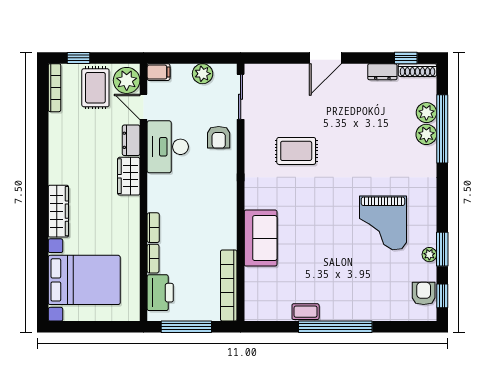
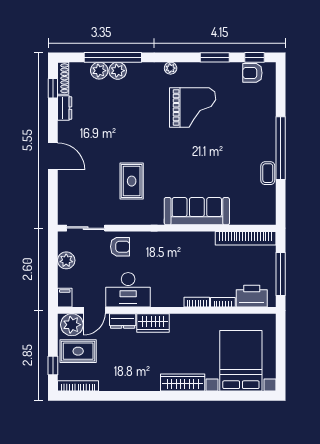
sofa: (261, 238) -> (197, 211), width x1.36
plant: (429, 255) -> (171, 68), moved

